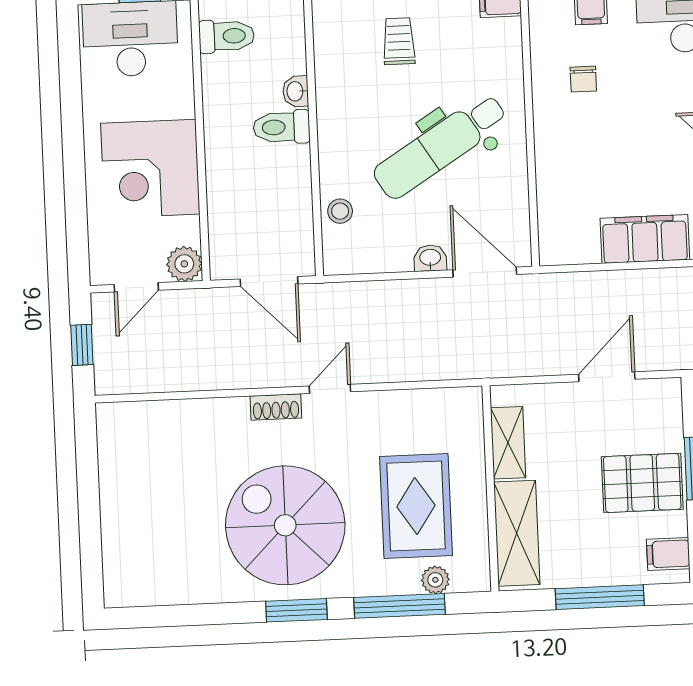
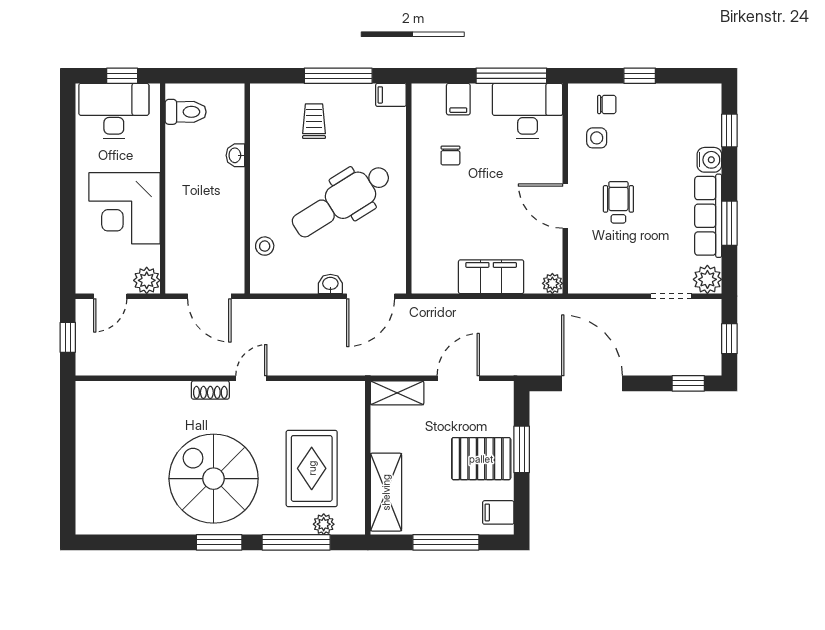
toilet: (282, 127) -> (224, 181), removed
door: (485, 272) -> (371, 296), swing flipped
shelving: (508, 443) -> (397, 393), moved, turned 90

